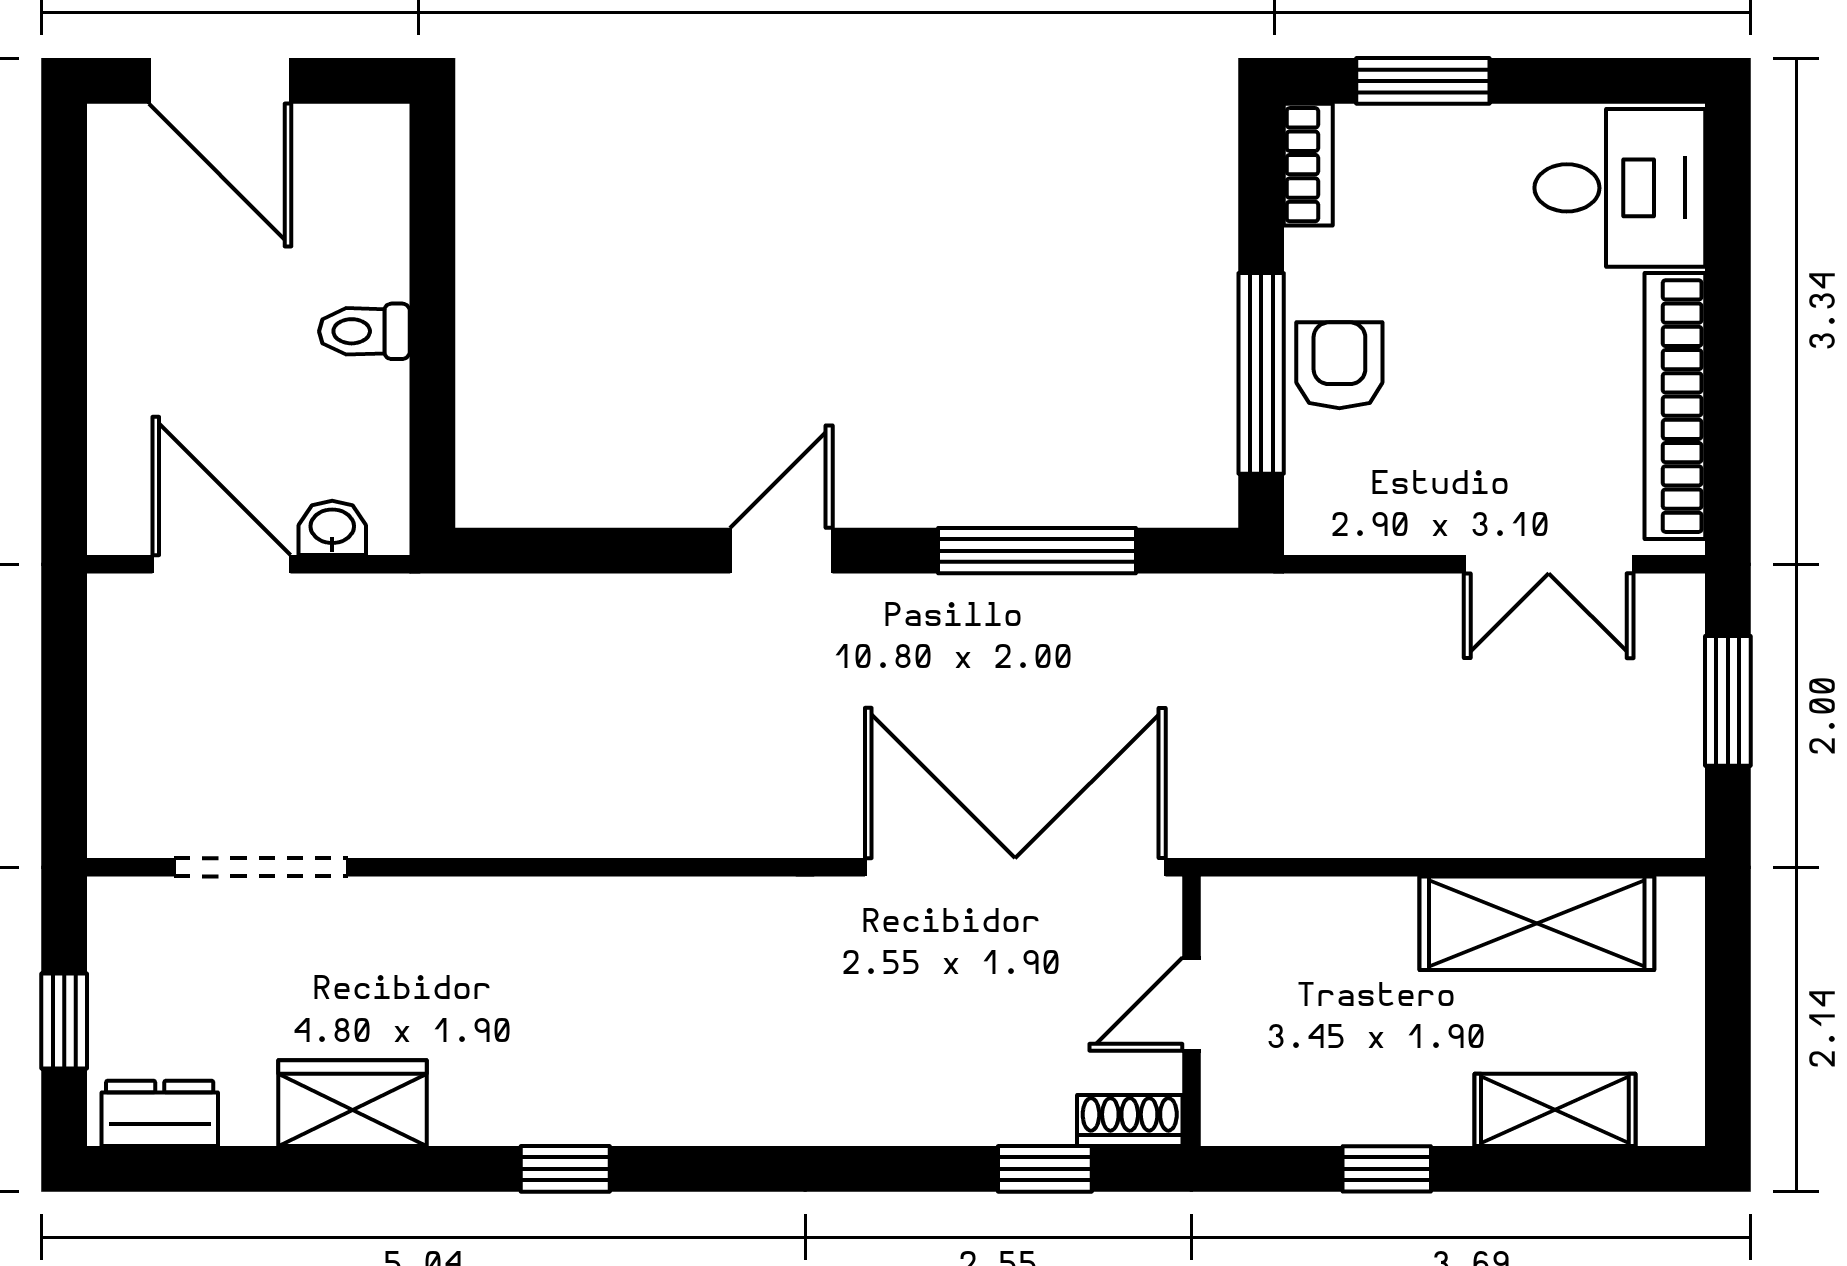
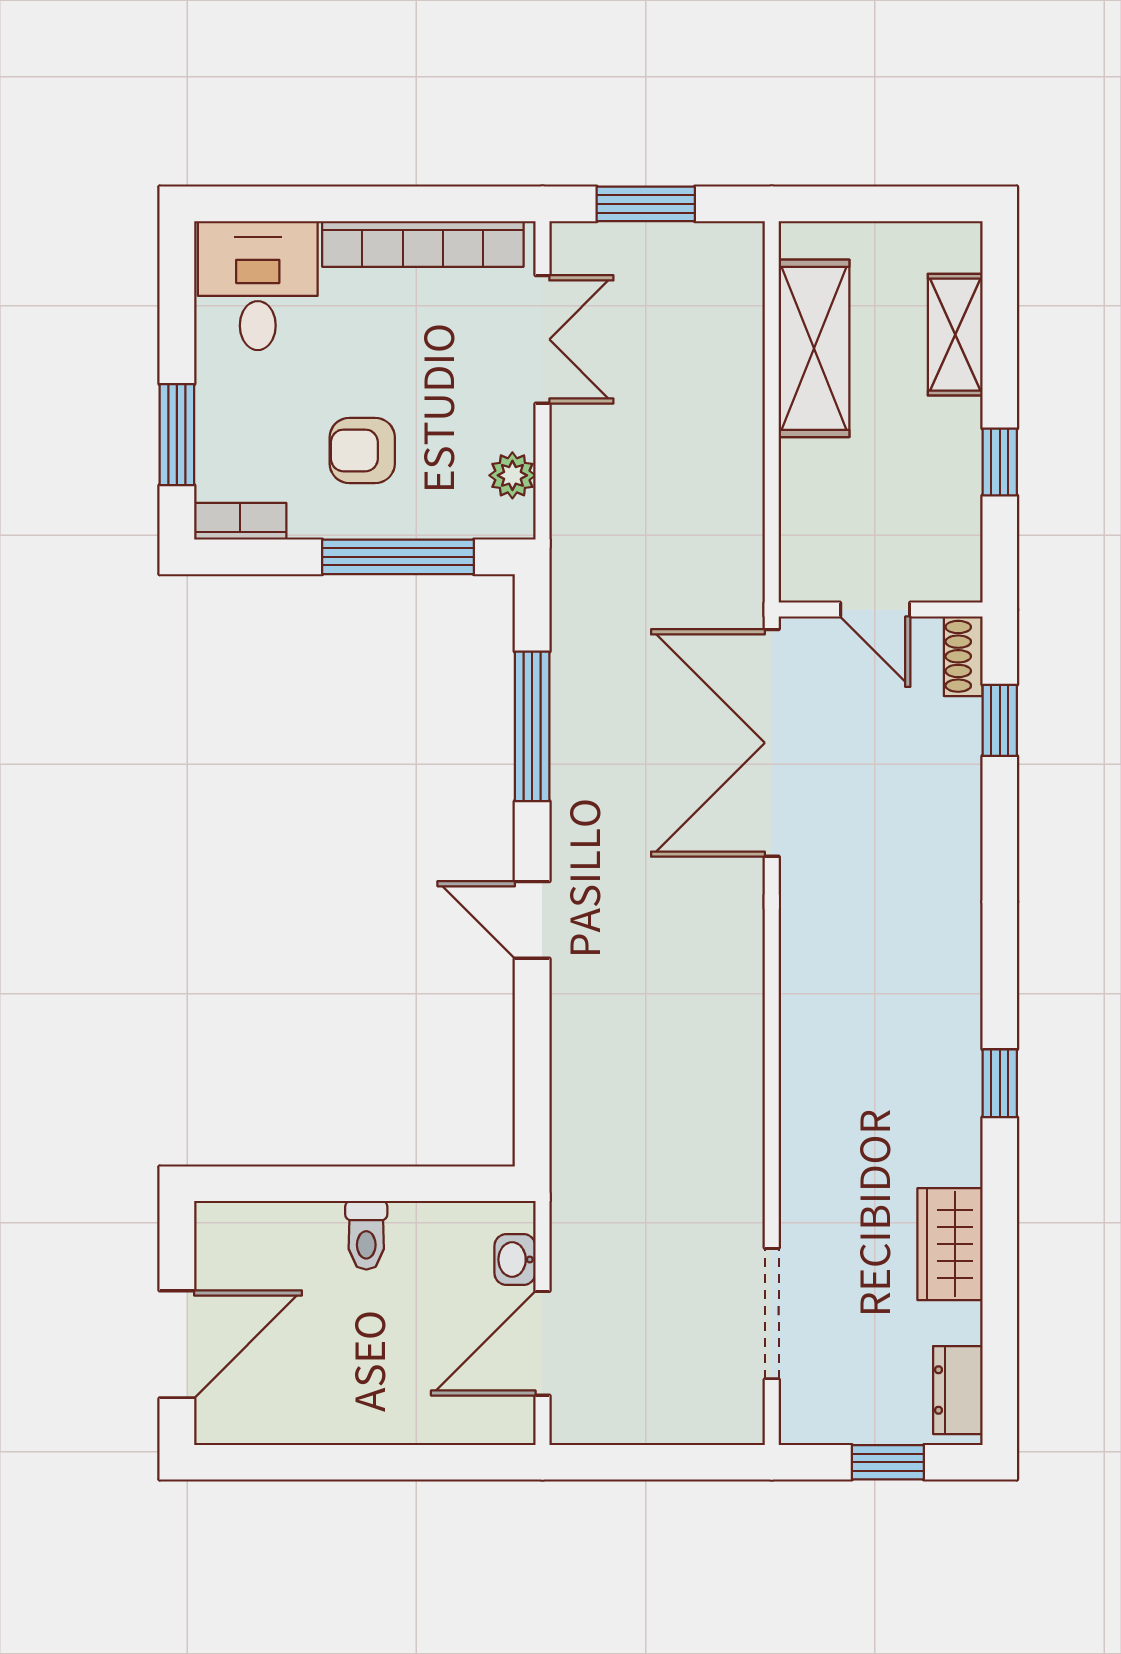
armchair: (1339, 365) -> (362, 450), moved
plant: (1369, 525) -> (512, 475), added

